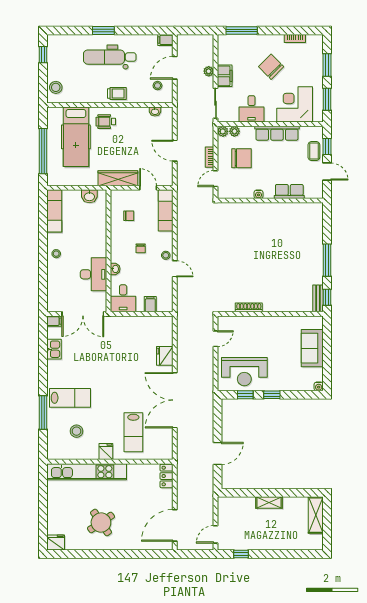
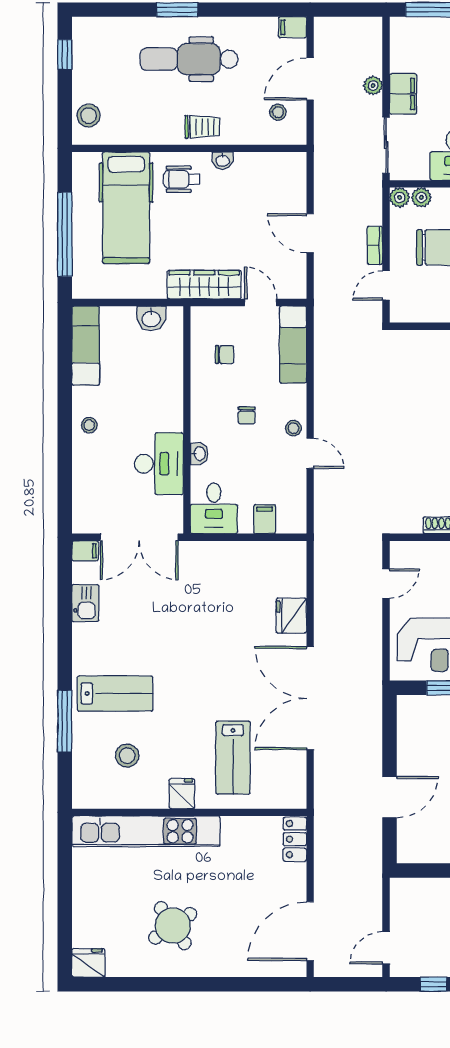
washbasin: (155, 111) -> (223, 160), moved

